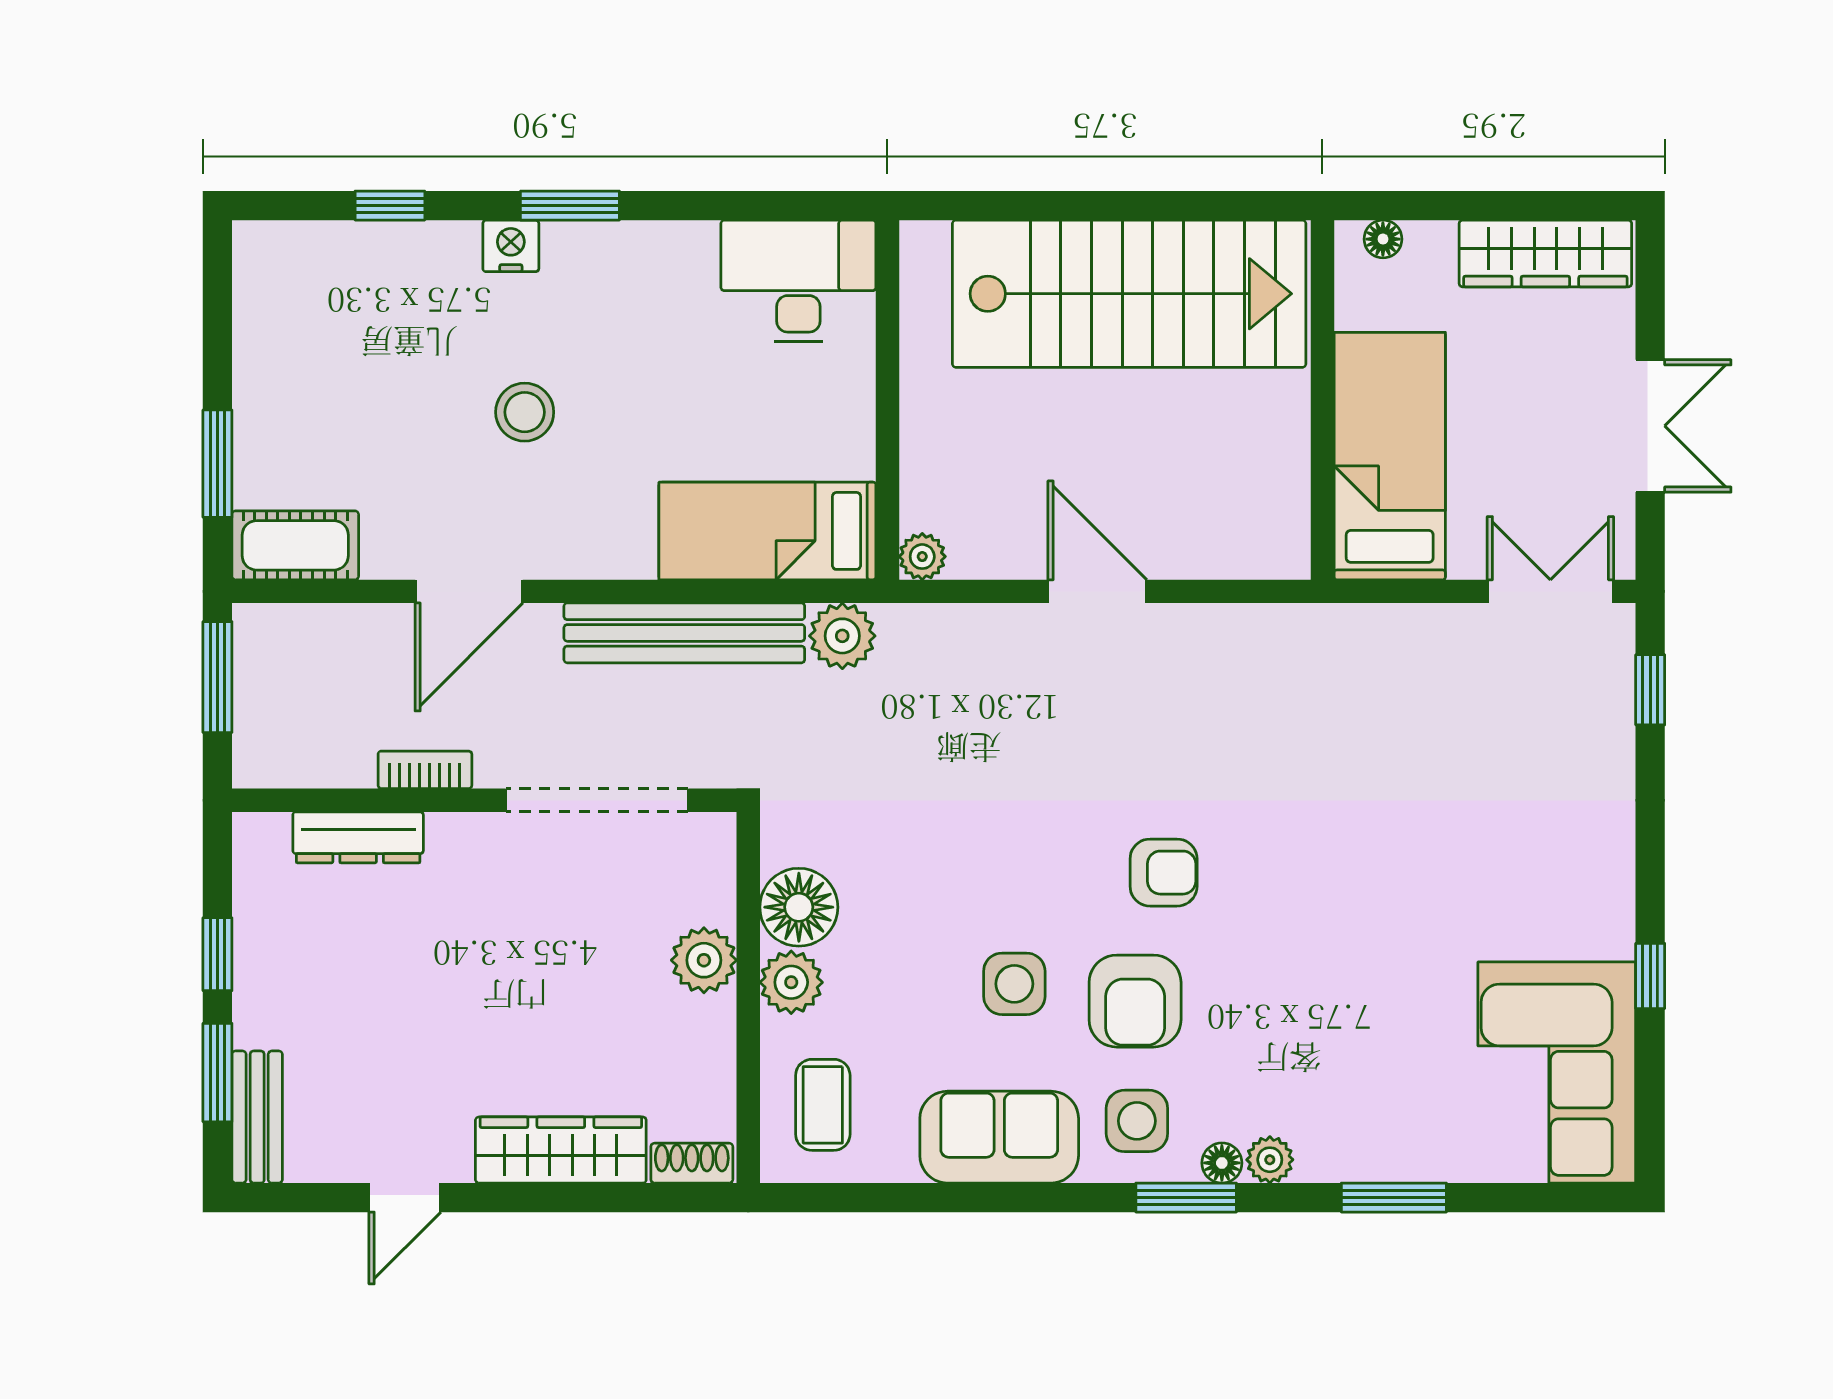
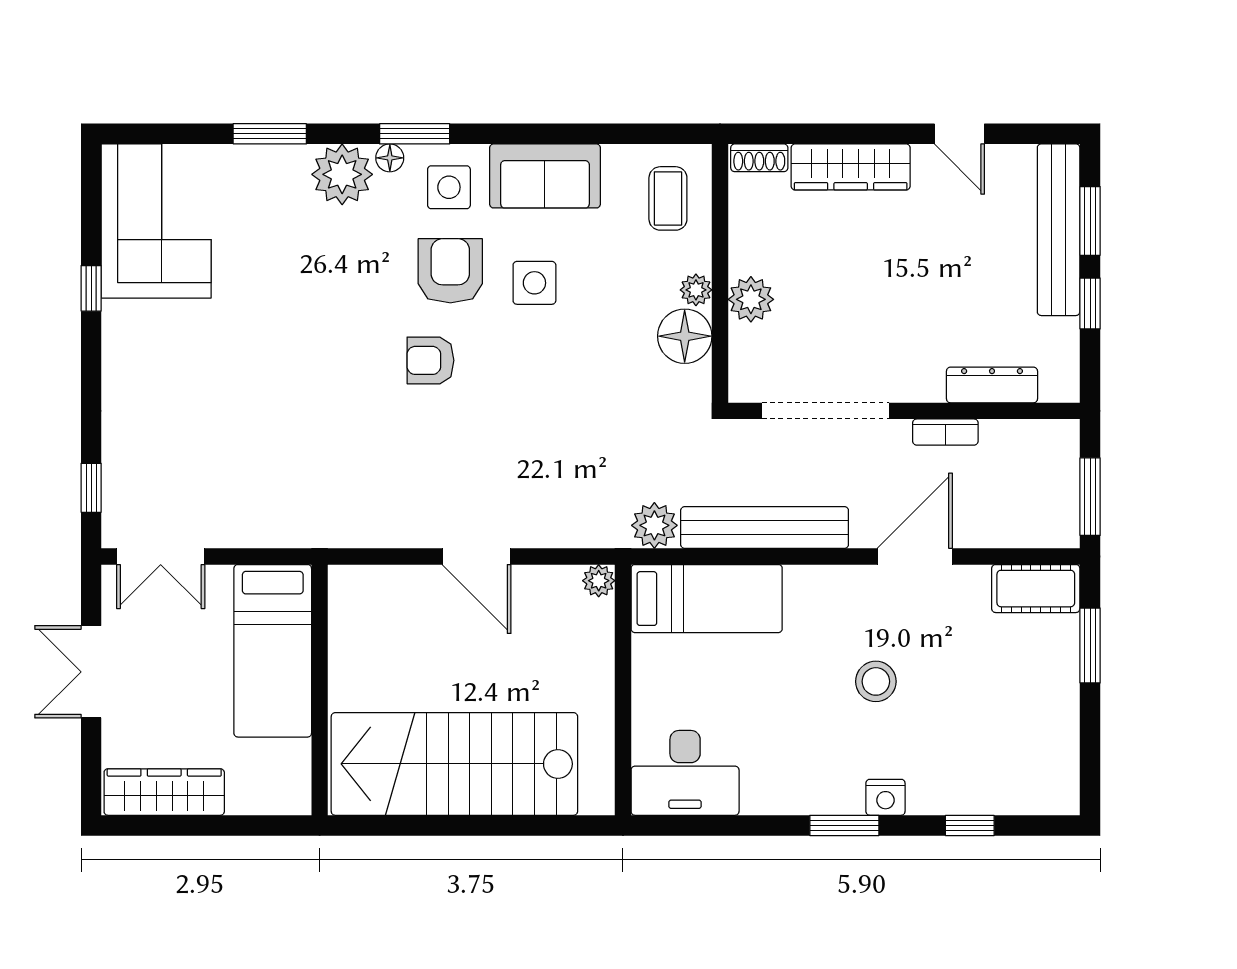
floor lamp: (1383, 239) -> (277, 802), removed
plant: (791, 982) -> (696, 290), width x0.73, depth x0.73
bench: (257, 1117) -> (1059, 230), width x1.86, depth x1.21
plant: (1270, 1160) -> (342, 174), width x1.88, depth x1.88
door: (405, 1198) -> (959, 134), swing flipped

